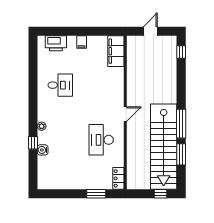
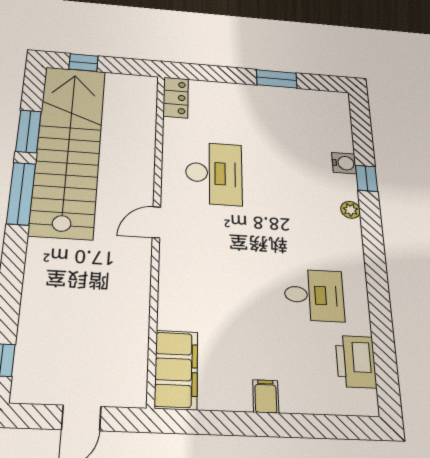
printer: (56, 43) -> (356, 362), moved, turned -90
desk: (60, 85) -> (314, 295), turned 180
window: (96, 194) -> (277, 79), moved

